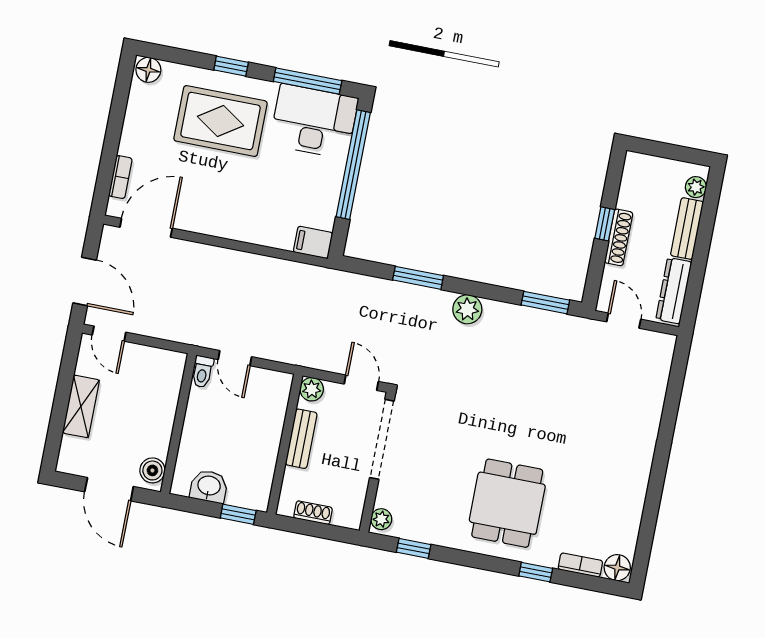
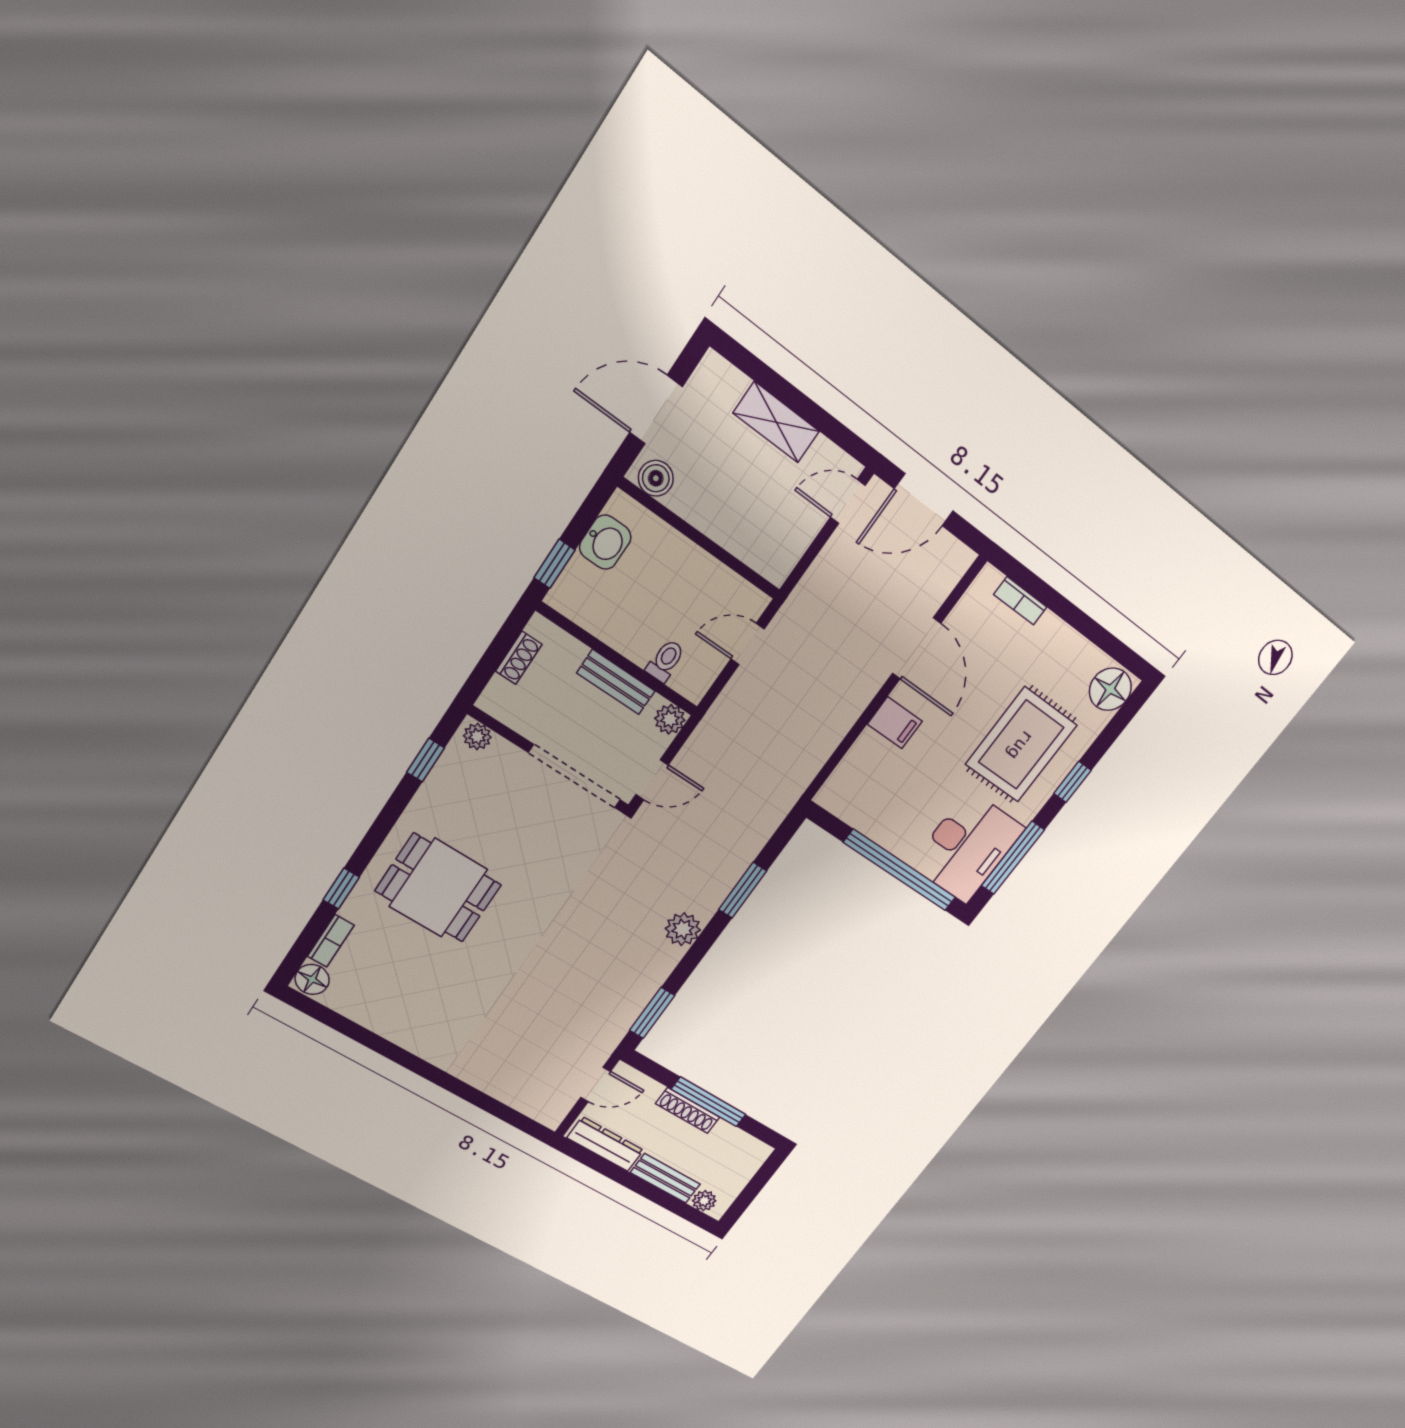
floor lamp: (148, 70) -> (1110, 689), width x1.38, depth x1.38
window: (605, 224) -> (709, 1102), width x2.17
door: (146, 228) -> (917, 648), moved
filing cabinet: (313, 242) -> (895, 723), moved, turned 90
toilet: (202, 372) -> (665, 661), moved, turned 90

